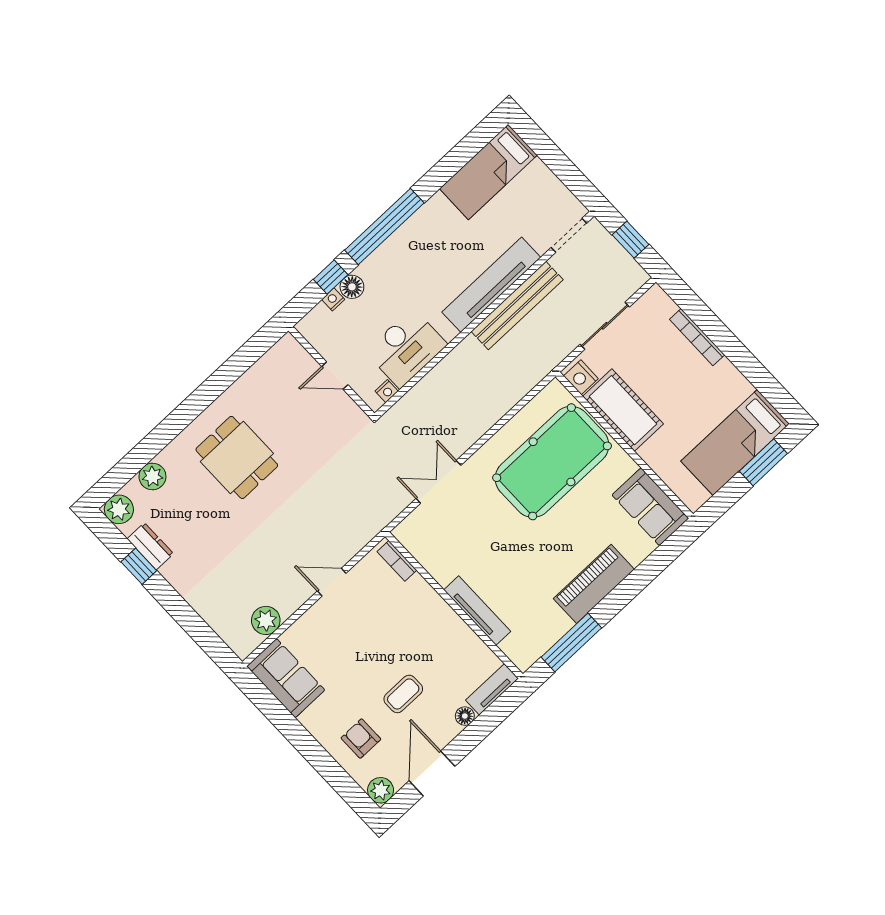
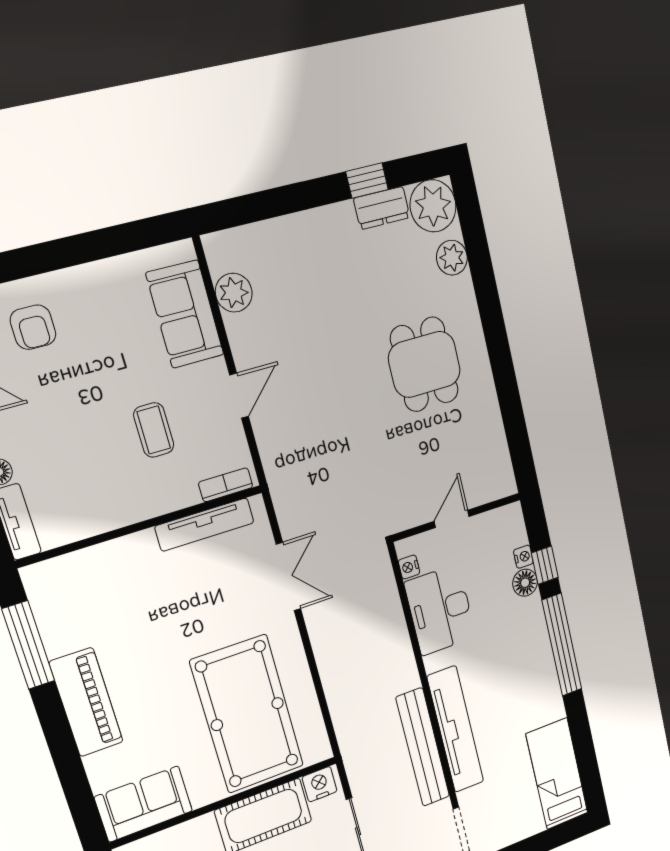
dining table: (237, 457) -> (424, 364), turned 90
plant: (119, 509) -> (433, 206), width x1.36, depth x1.36
tv unit: (477, 611) -> (205, 525), moved
sofa: (286, 678) -> (185, 314), moved, turned 90
coffee table: (403, 694) -> (154, 430), moved
armchair: (361, 739) -> (33, 327), turned 90

